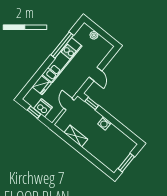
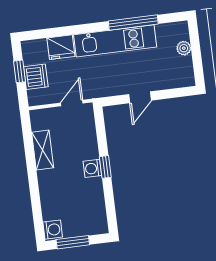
window: (92, 103) -> (105, 167), moved
washing machine: (113, 166) -> (53, 230), added

